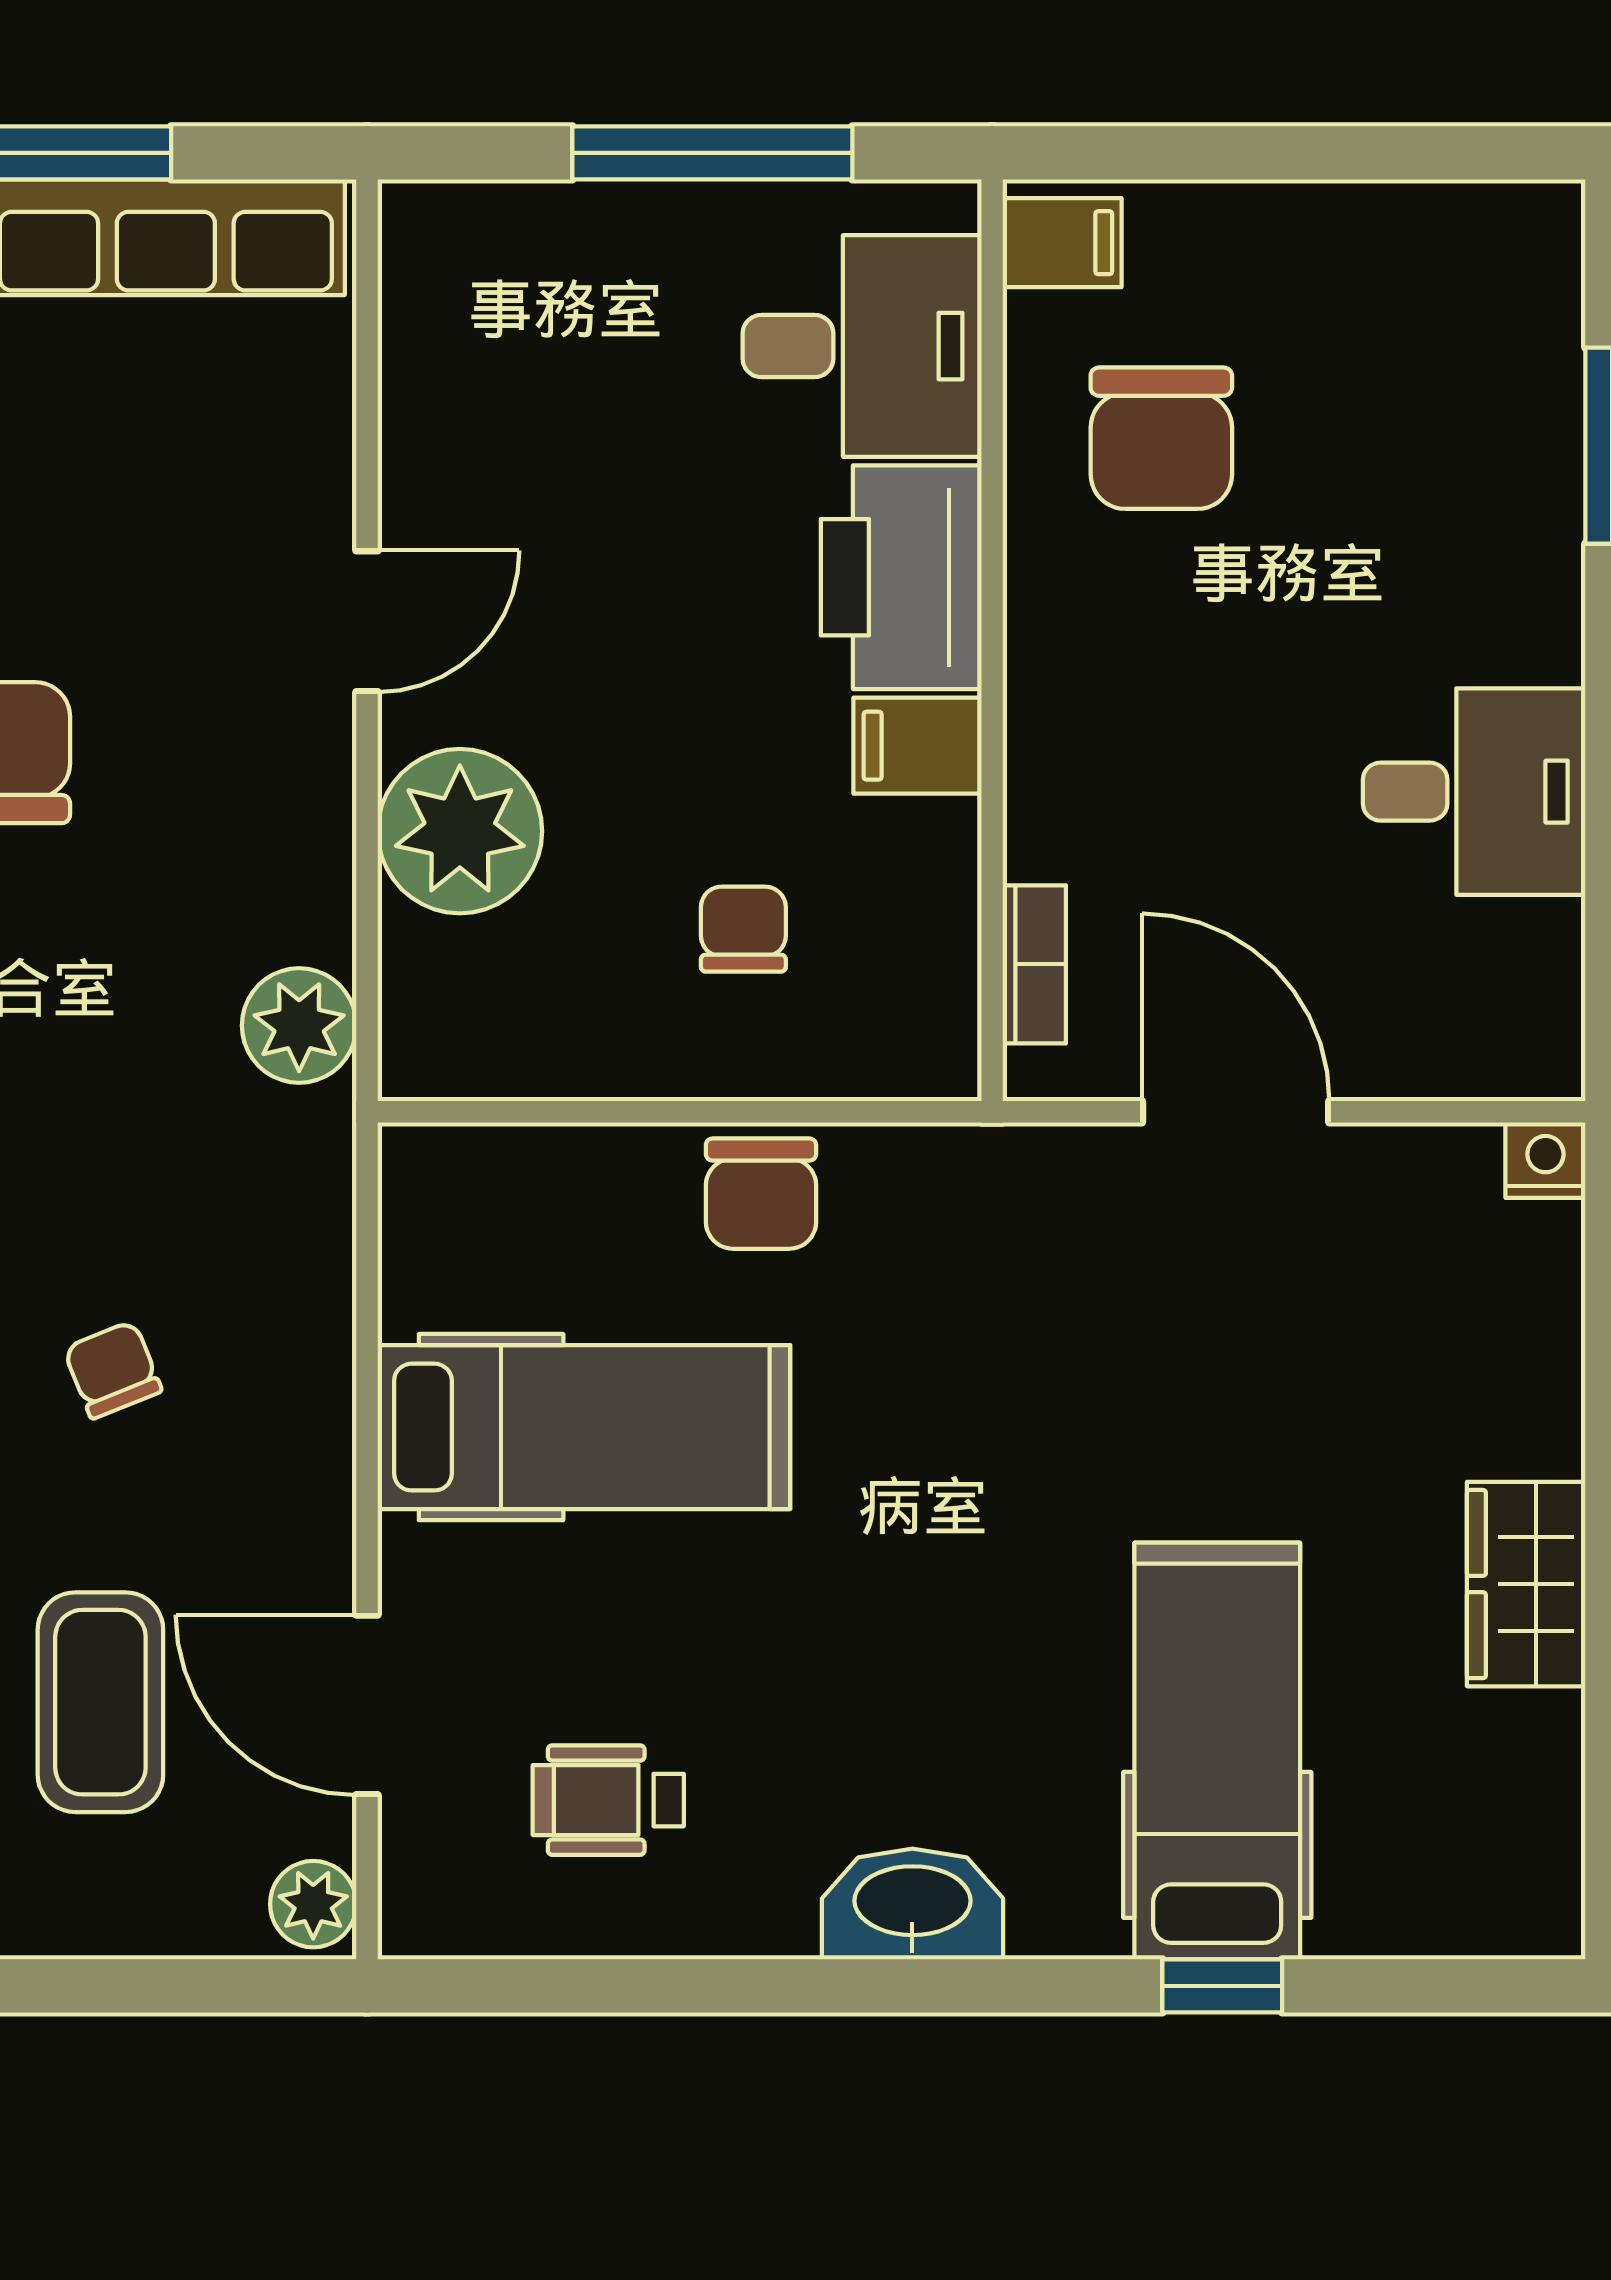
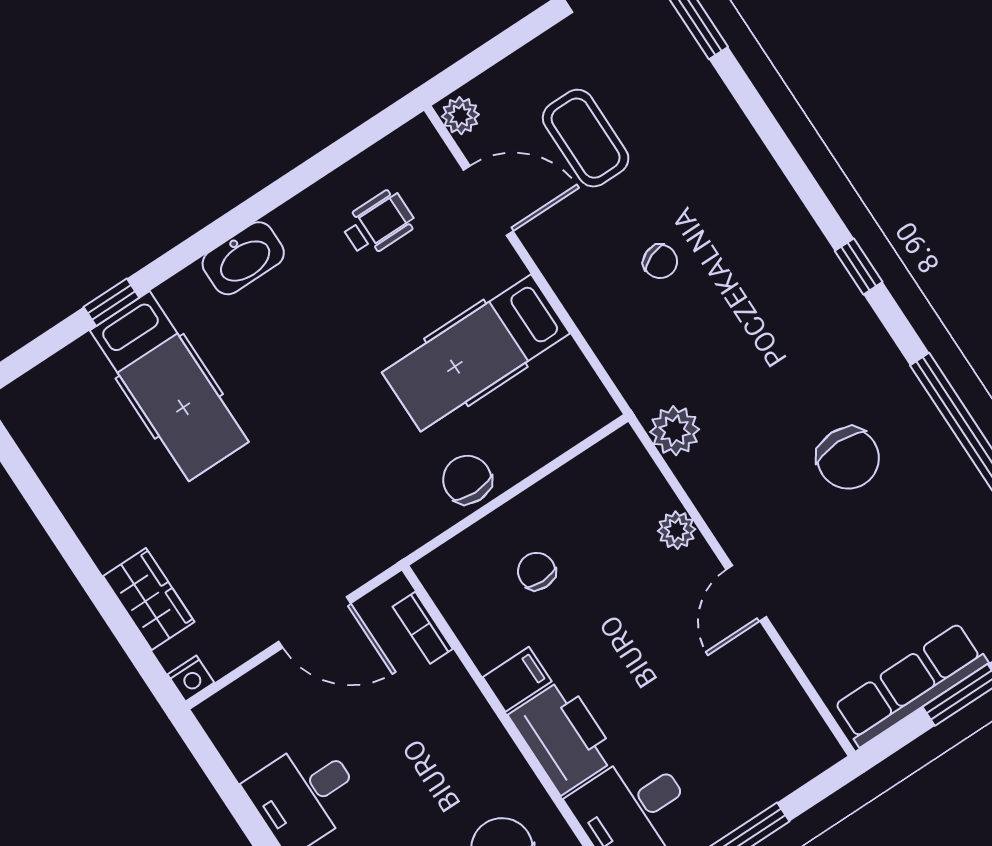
plant: (460, 831) -> (677, 530), width x0.53, depth x0.53
chair: (743, 929) -> (537, 571), turned 180
wardrobe: (1526, 1584) -> (149, 599), moved

